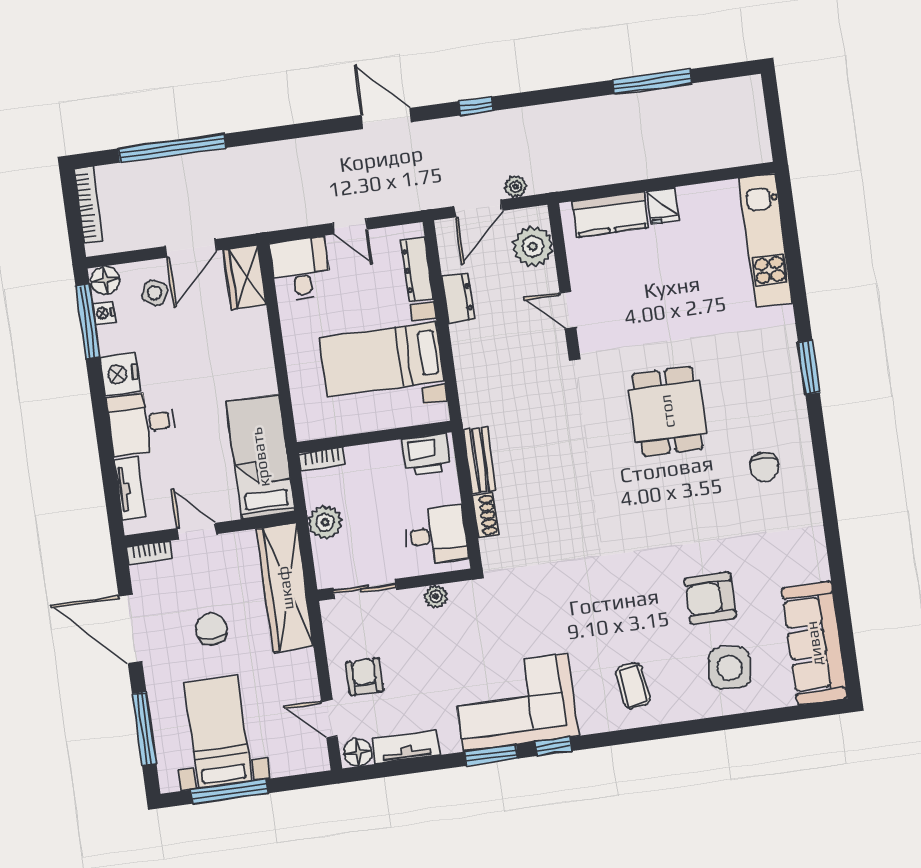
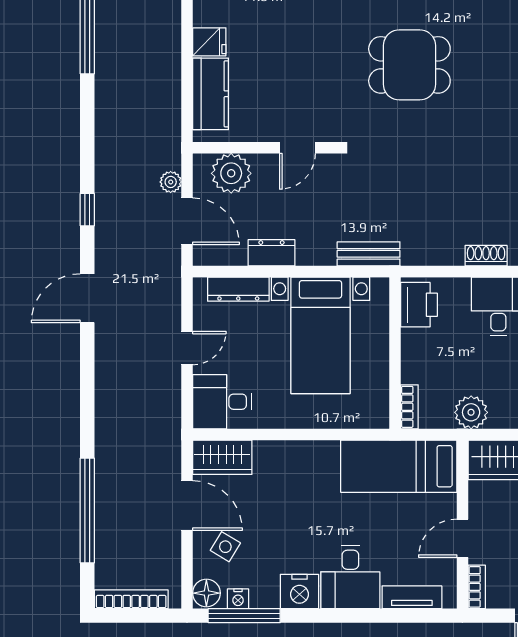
bench: (480, 460) -> (369, 254), moved

